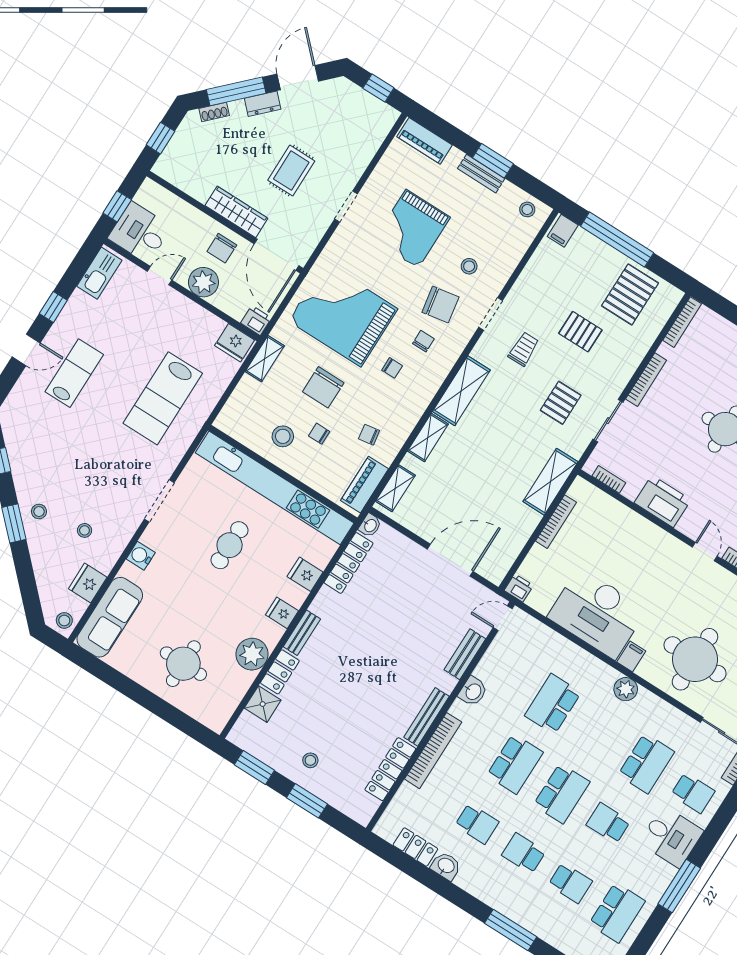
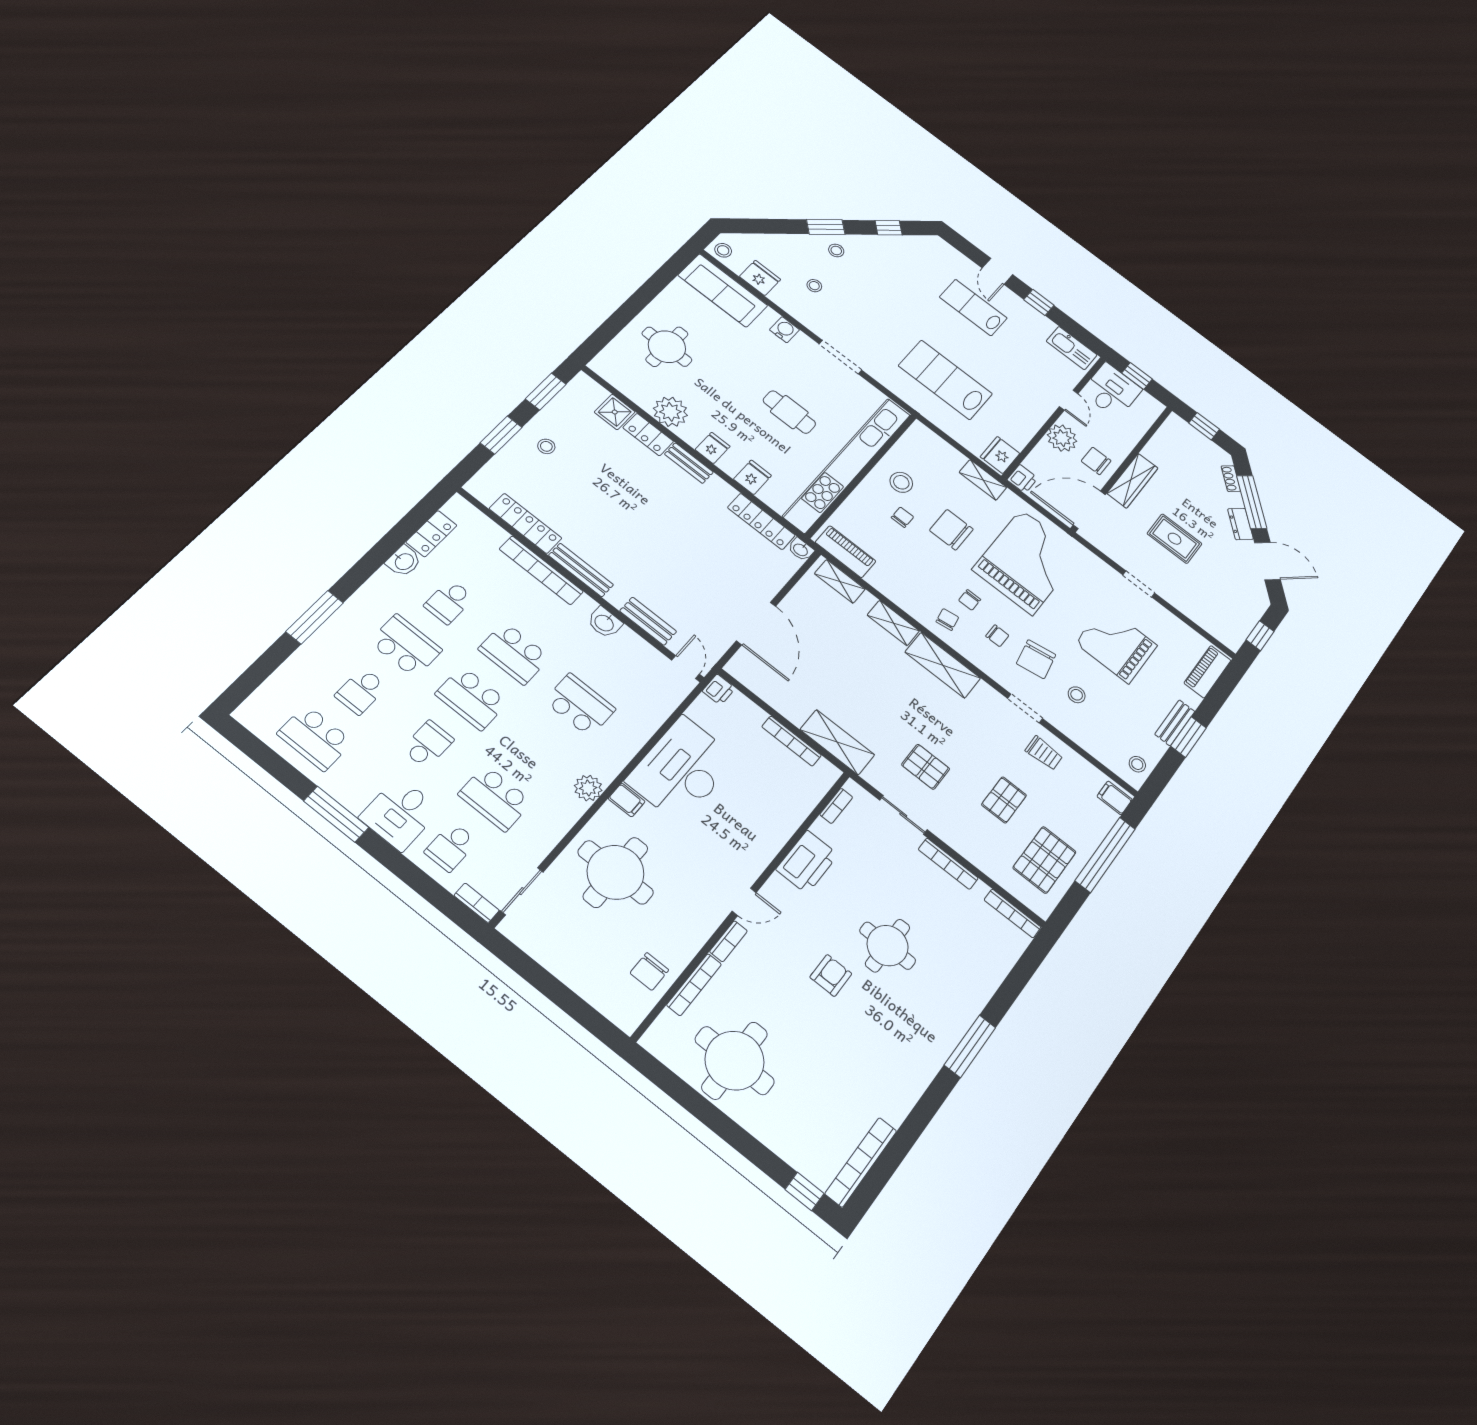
pallet: (630, 294) -> (1044, 860), turned 90
trolley: (523, 349) -> (1044, 753), moved
lab bench: (74, 373) -> (973, 308), turned 180
chair: (369, 435) -> (947, 619), moved
school desk: (524, 853) -> (406, 646), width x1.85

